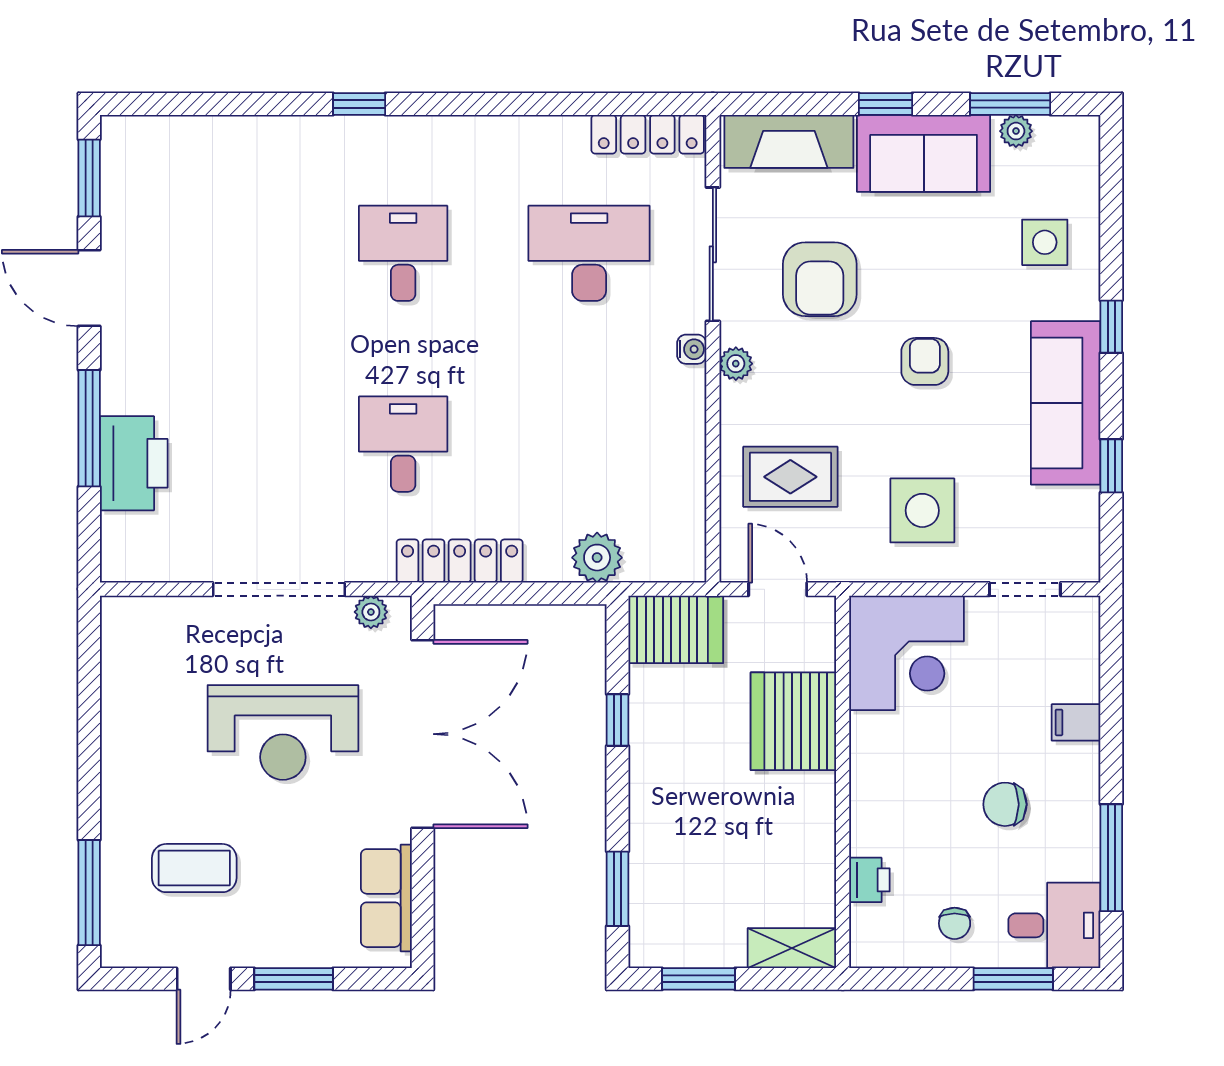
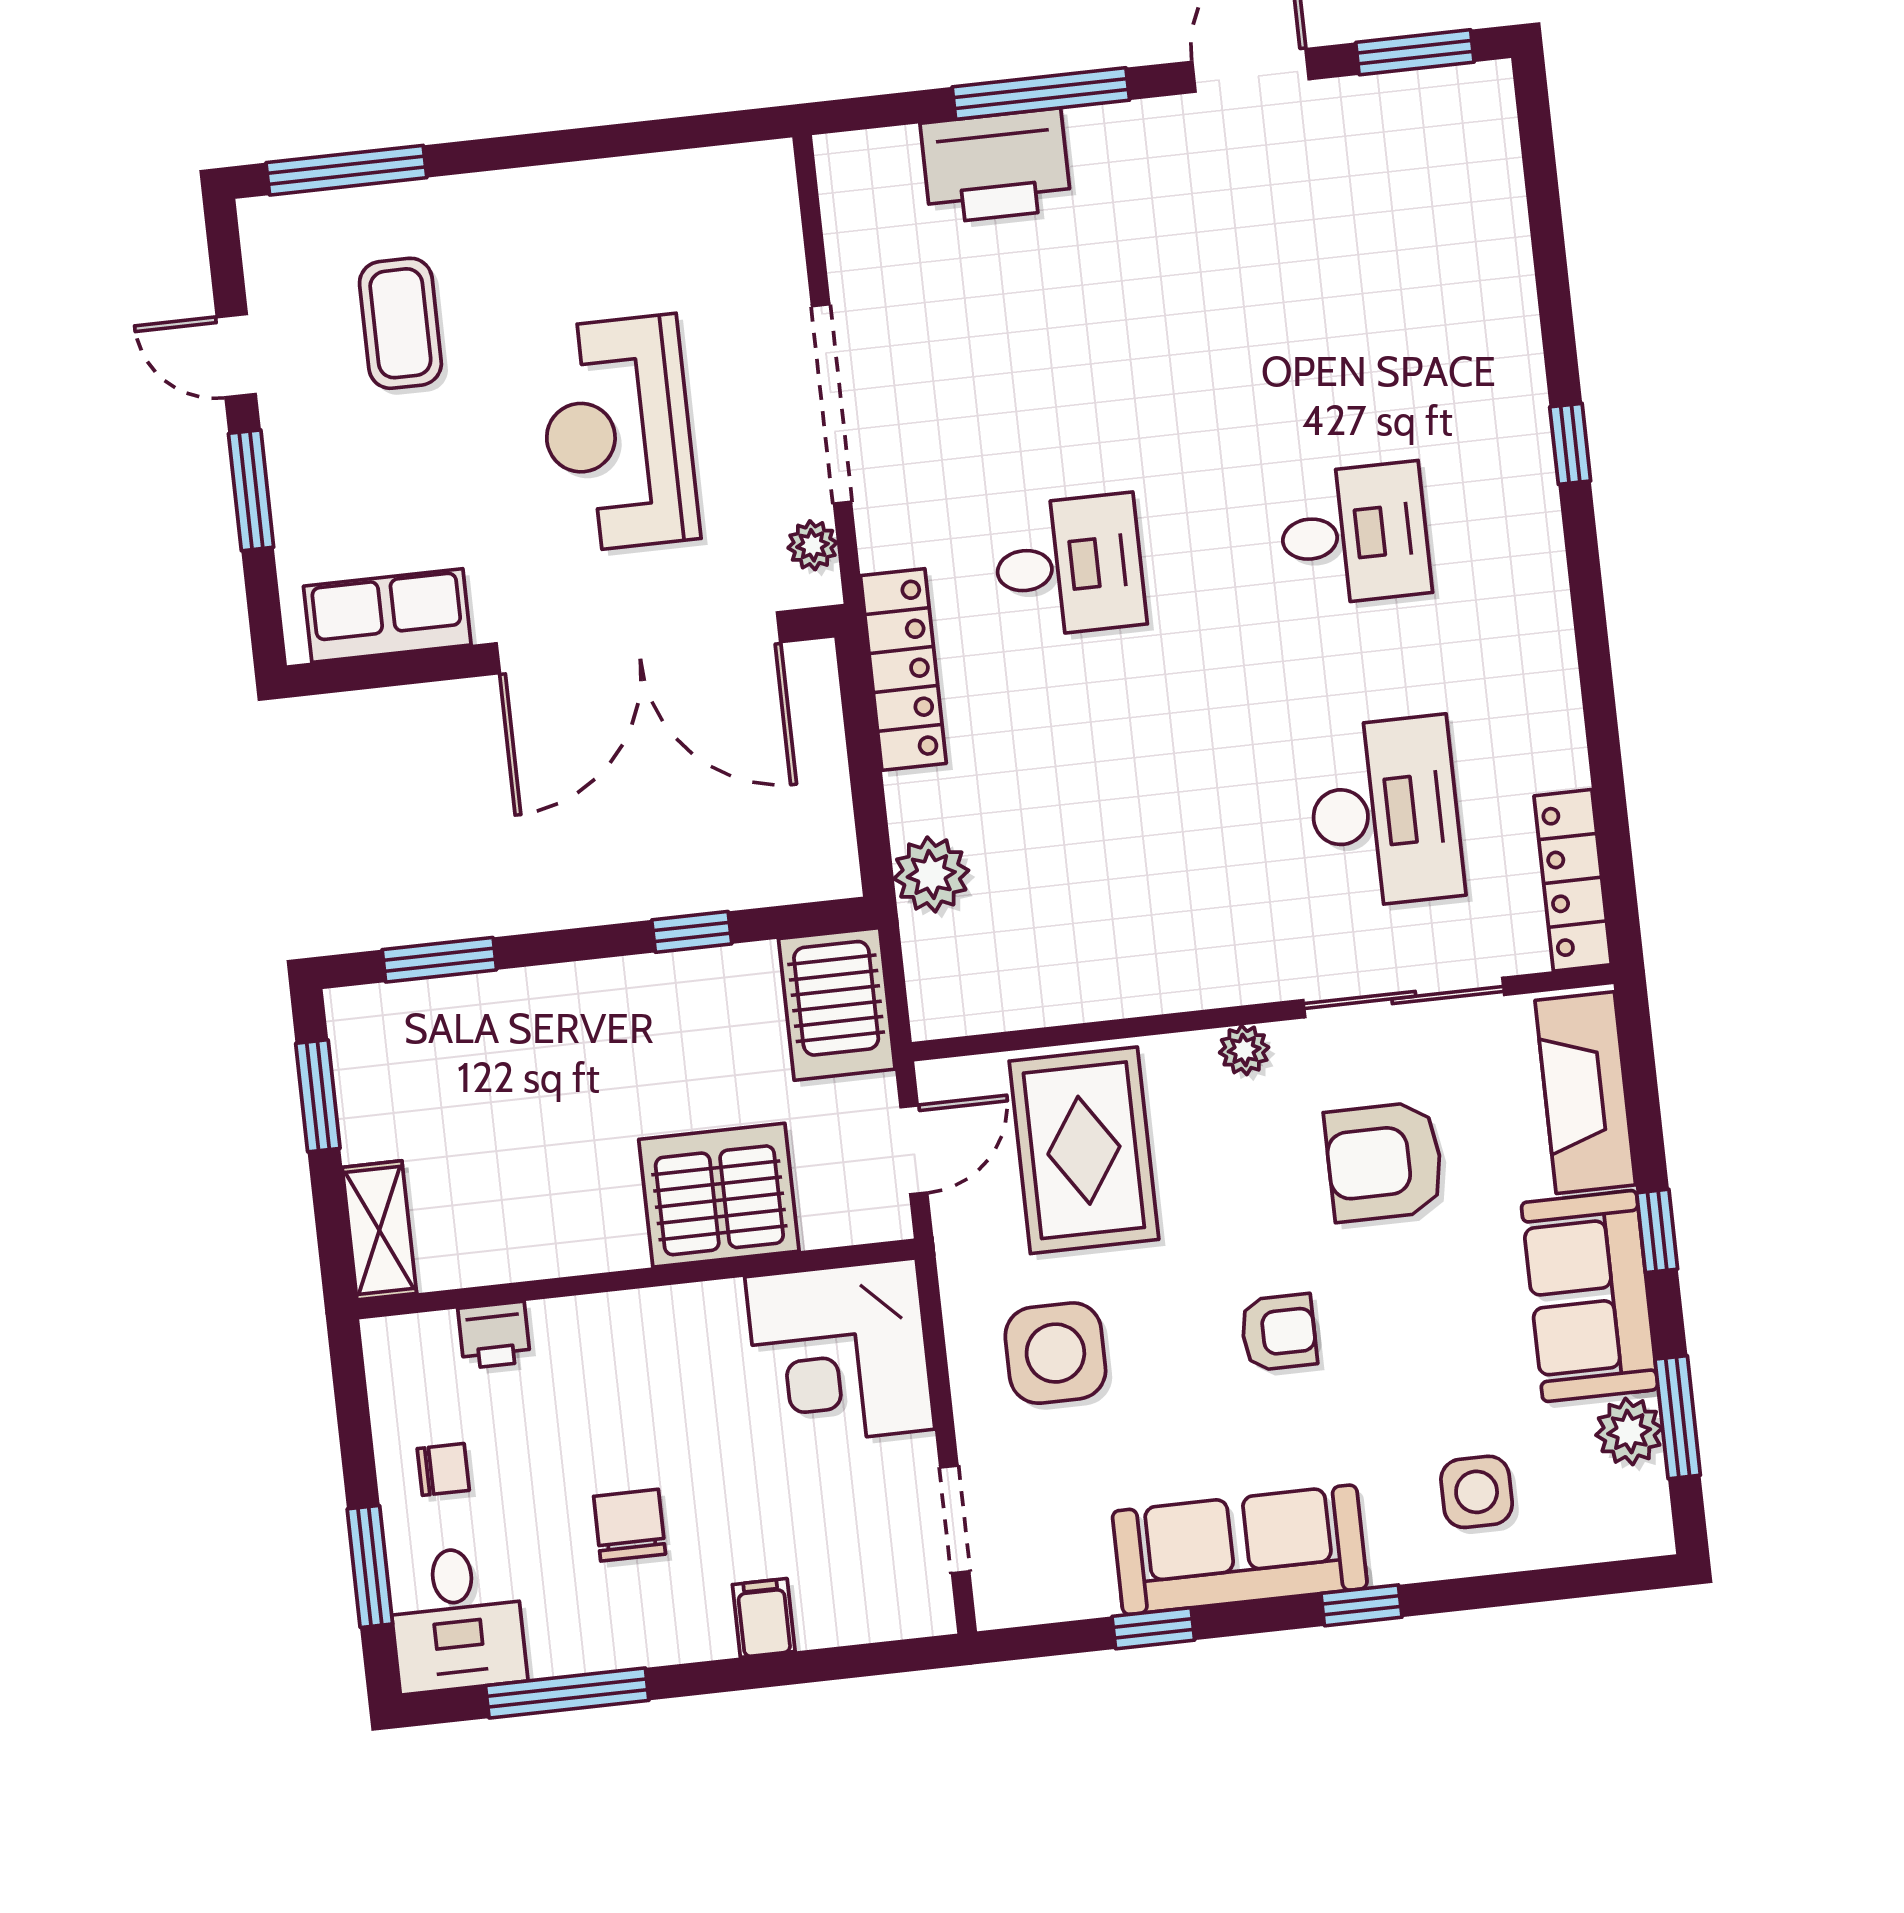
plant: (1016, 131) -> (1629, 1432), width x1.38, depth x1.38
water cooler: (692, 349) -> (1258, 982), removed
rug: (790, 477) -> (1084, 1150), width x1.36, depth x1.43
chair: (955, 923) -> (443, 1469), turned 180

